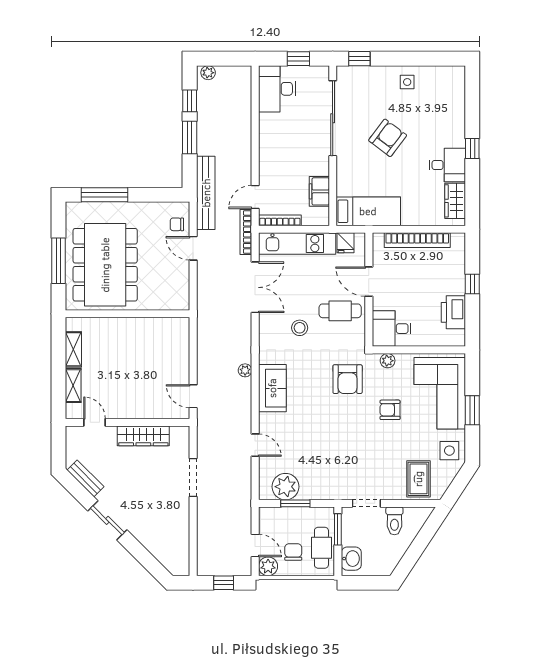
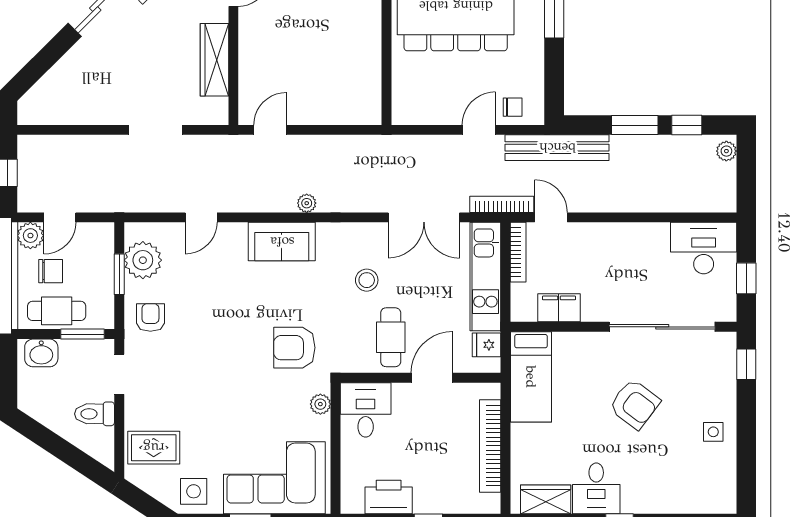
chair: (177, 224) -> (513, 107), turned 90
armchair: (390, 410) -> (150, 318), moved

